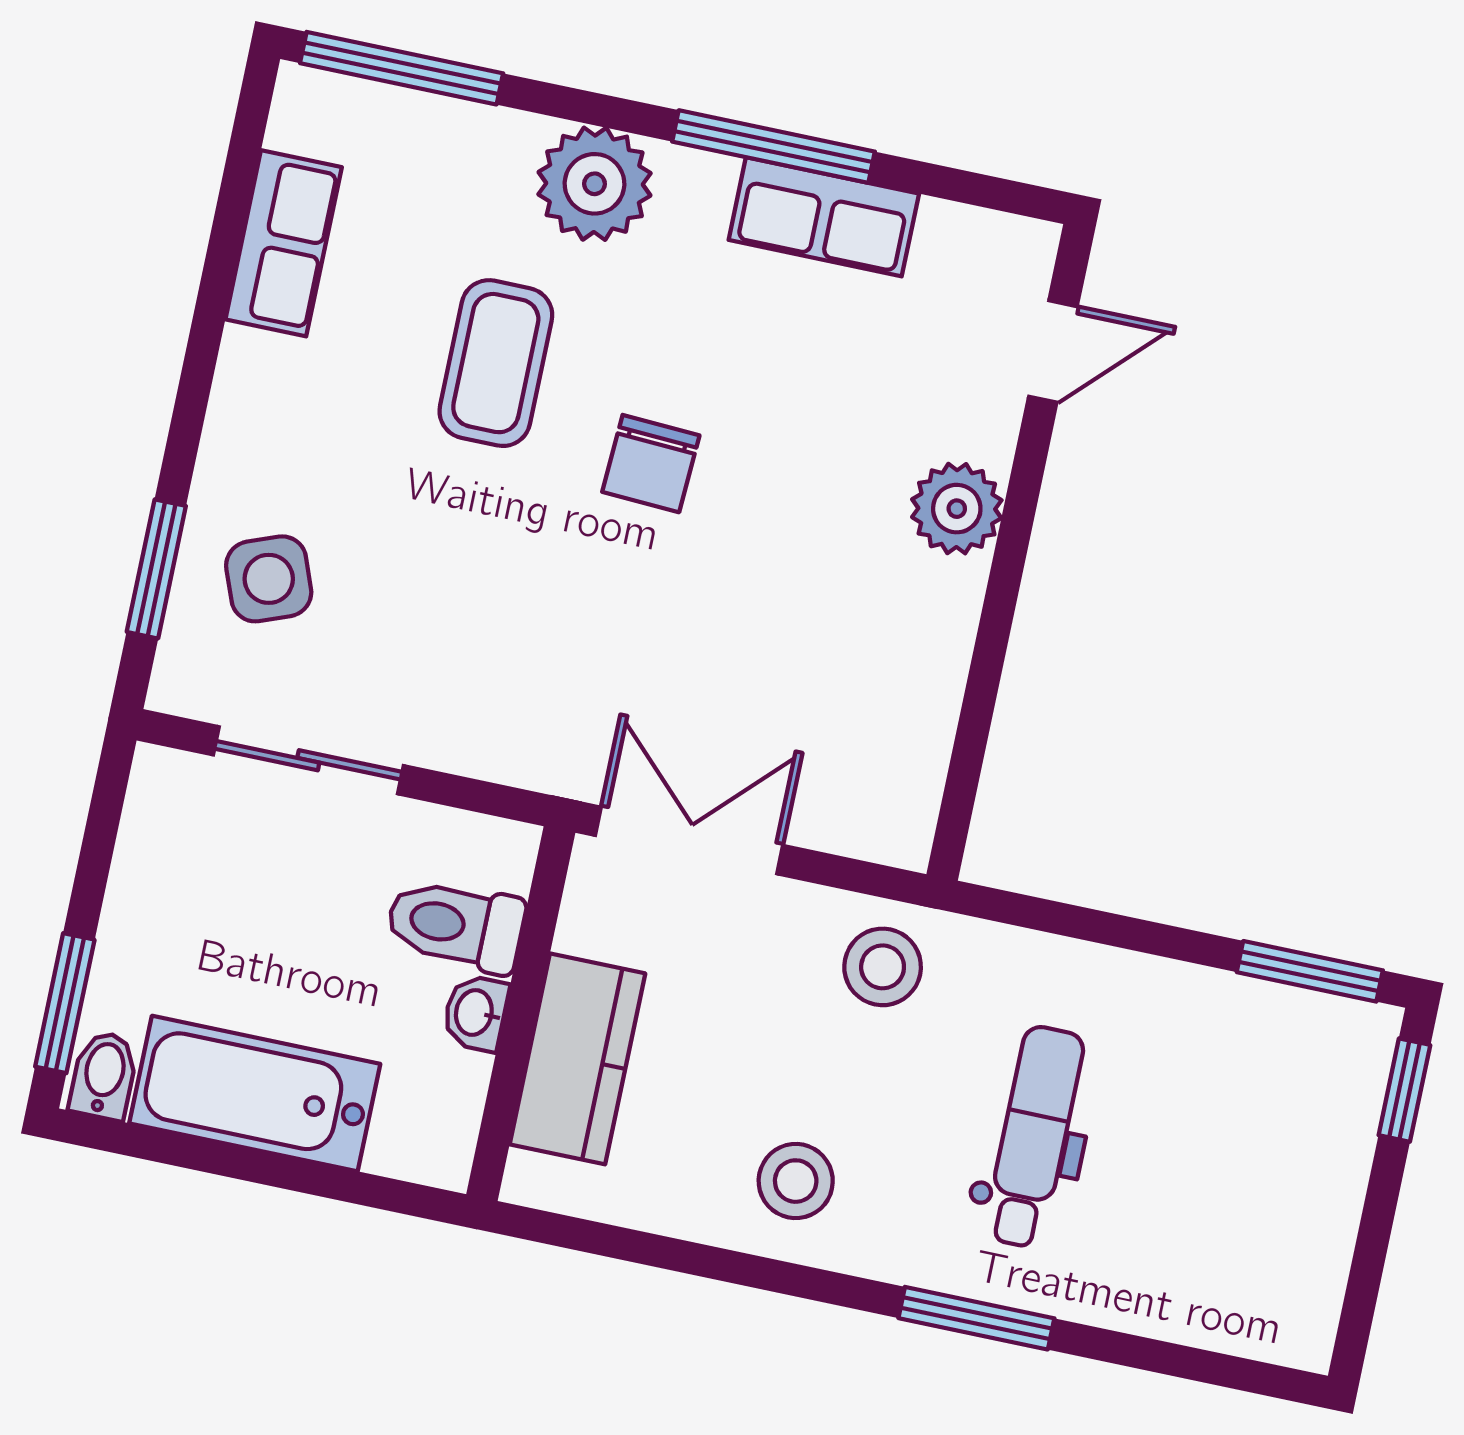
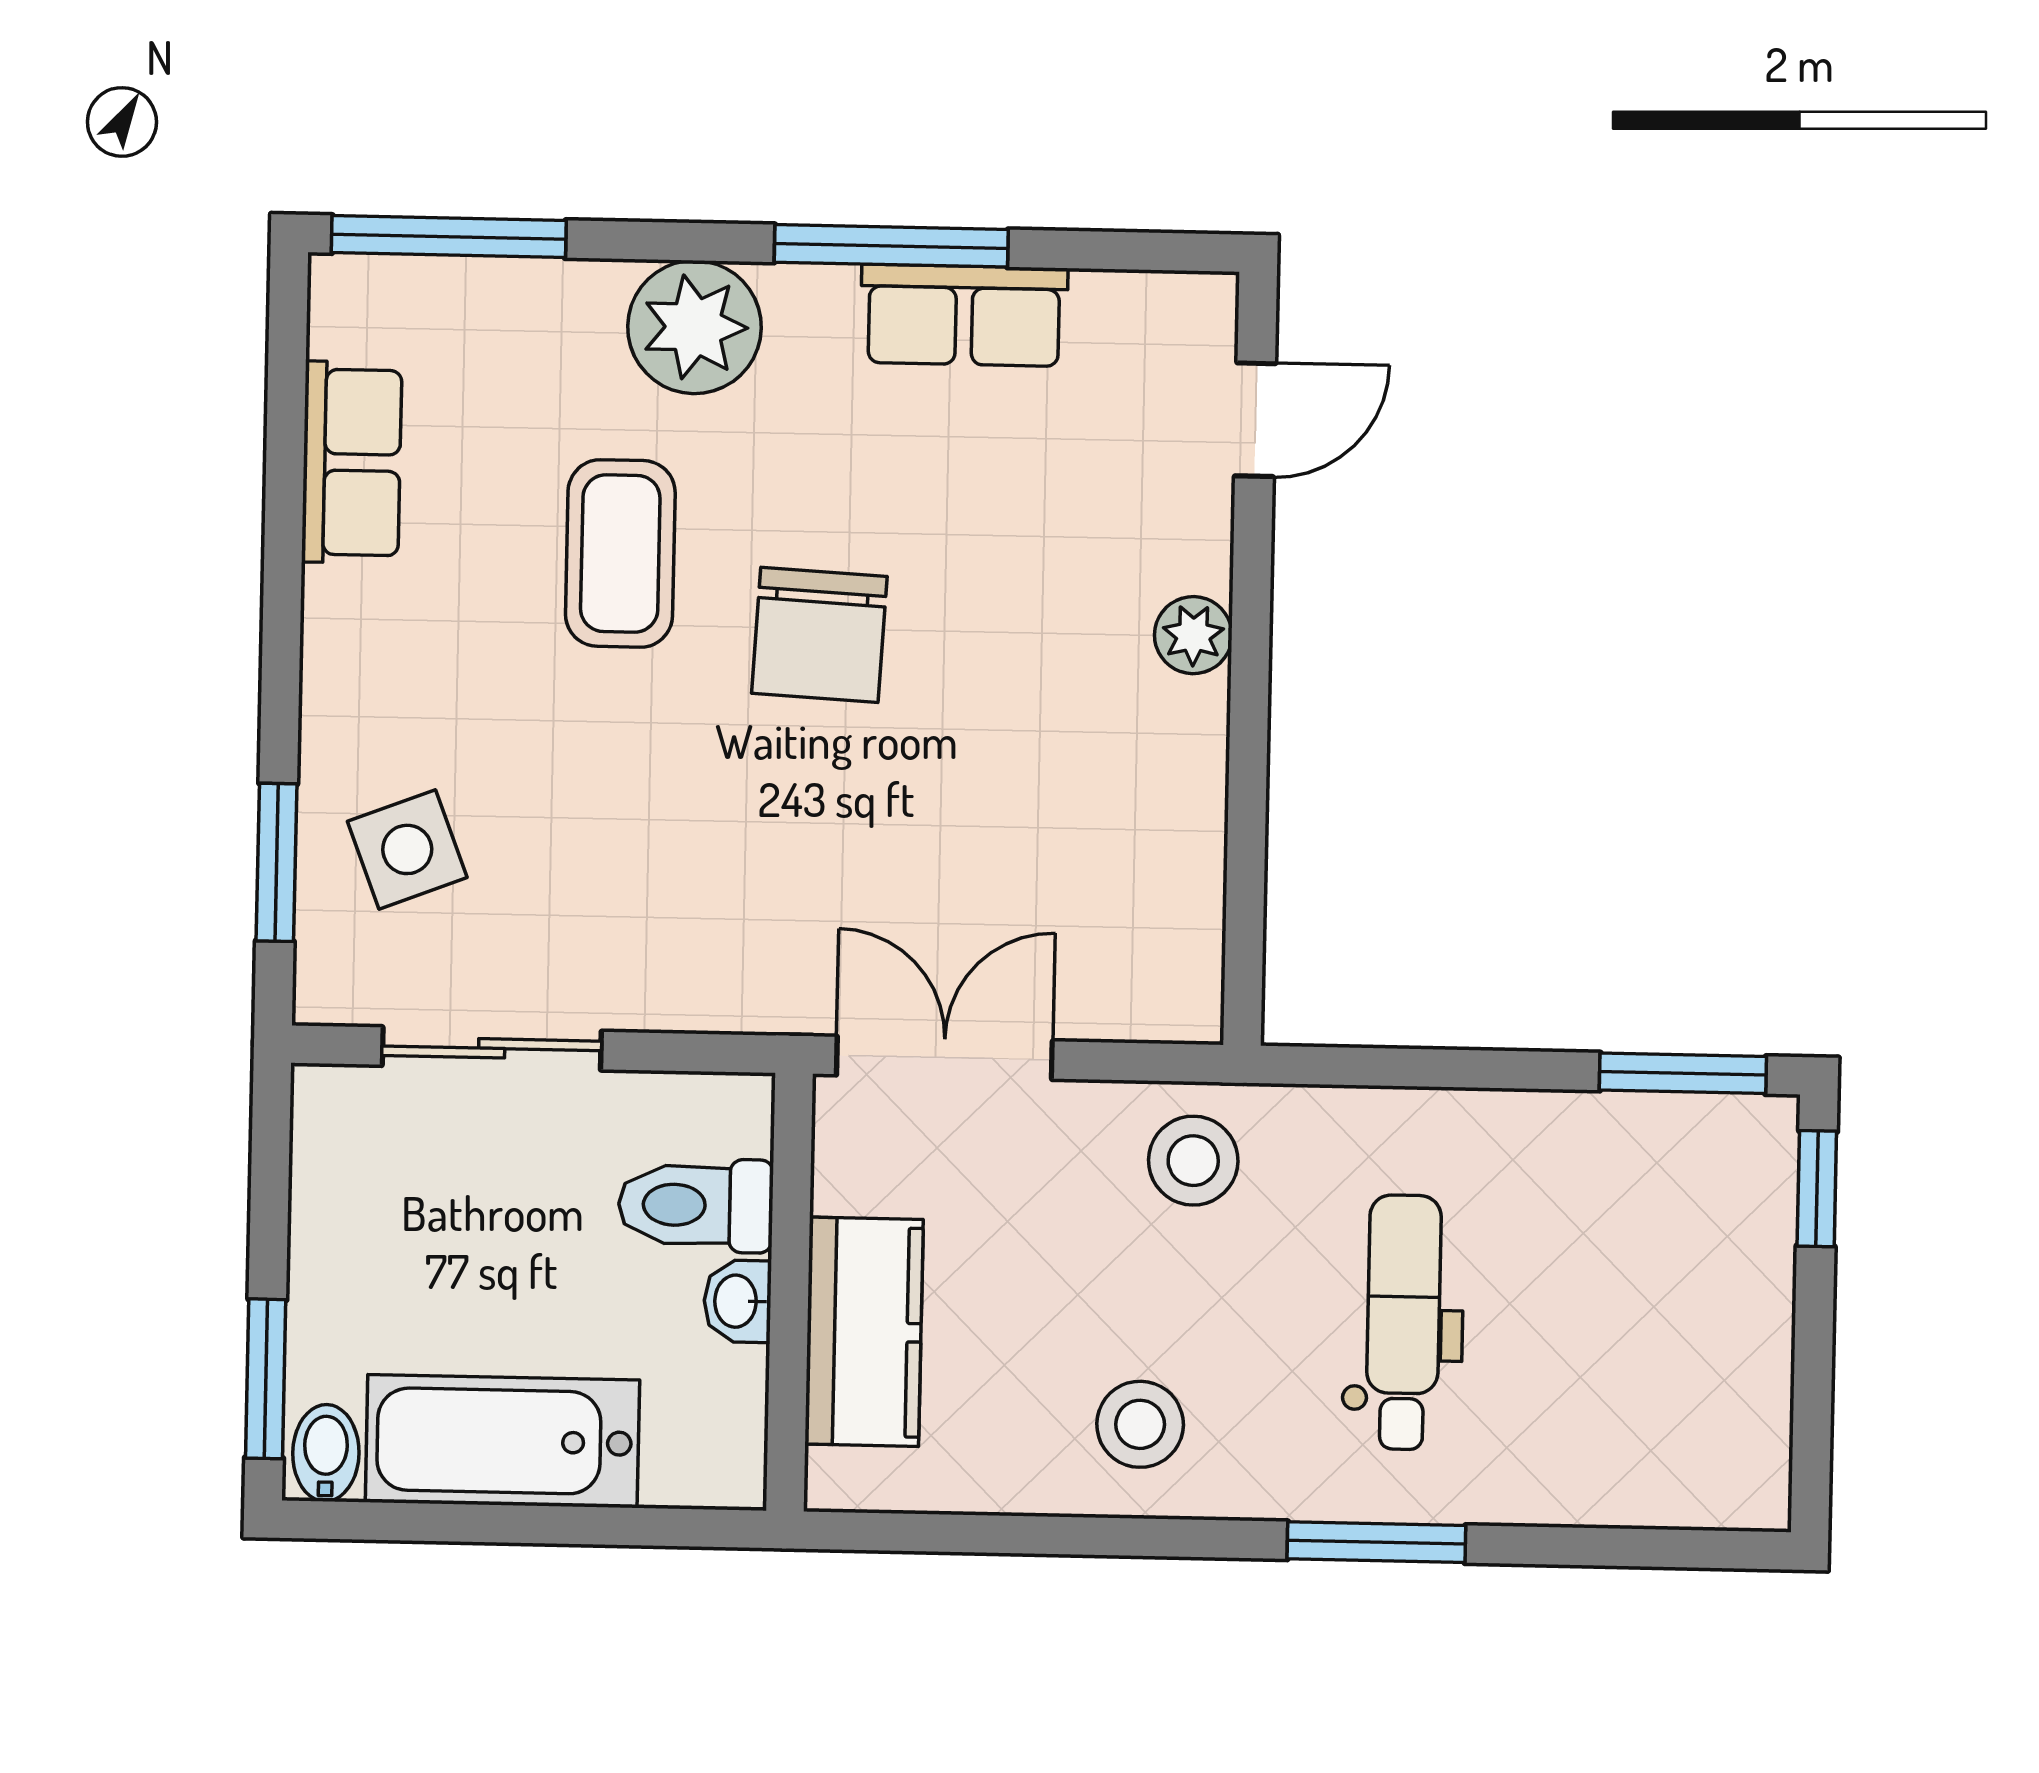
chair: (651, 464) -> (819, 635), width x1.37, depth x1.37
plant: (957, 509) -> (1193, 635), width x0.73, depth x0.73

